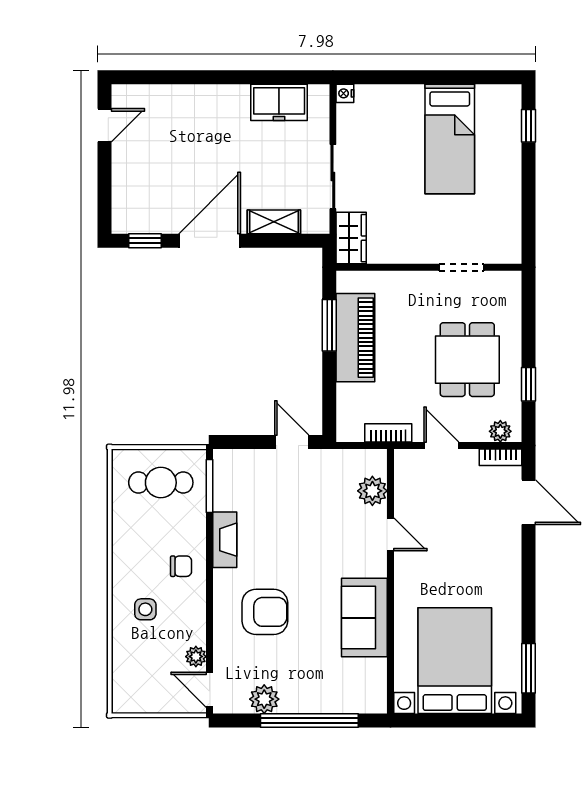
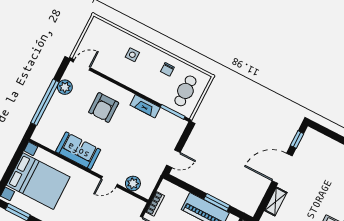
door: (210, 241) -> (282, 168), swing flipped
chair: (181, 566) -> (167, 69), moved
plant: (196, 657) -> (100, 66), removed

